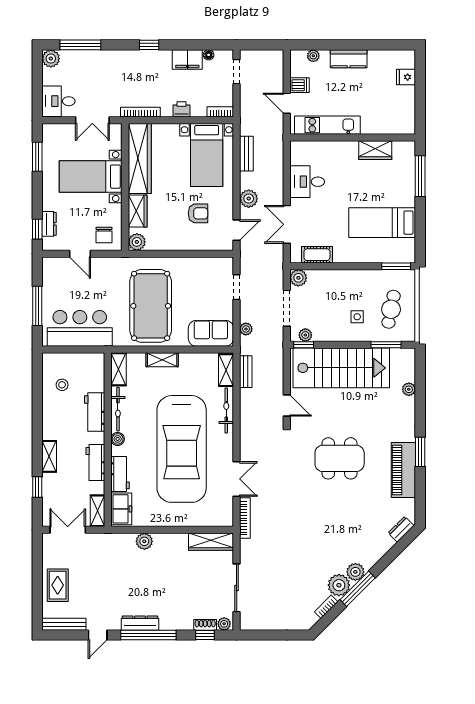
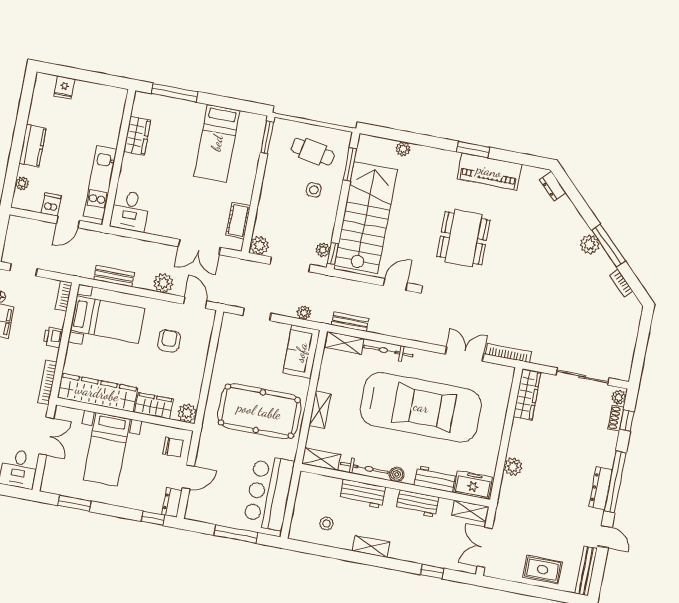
desk: (307, 182) -> (130, 211), moved
dresser: (49, 224) -> (172, 502), moved, turned -90
shelving: (49, 456) -> (371, 546), moved
plant: (339, 585) -> (601, 265), removed

